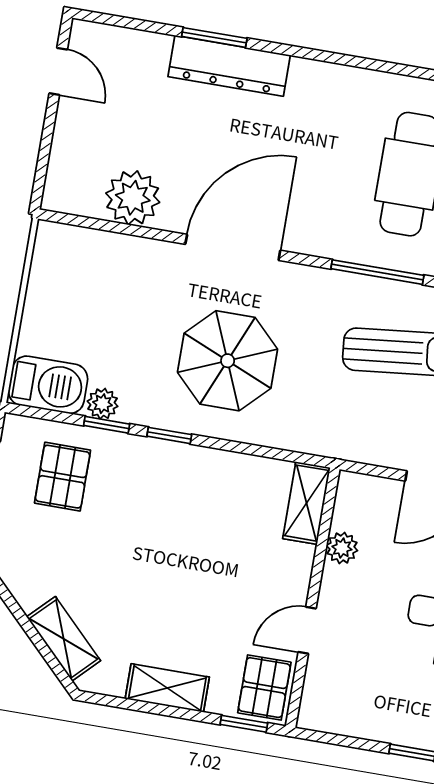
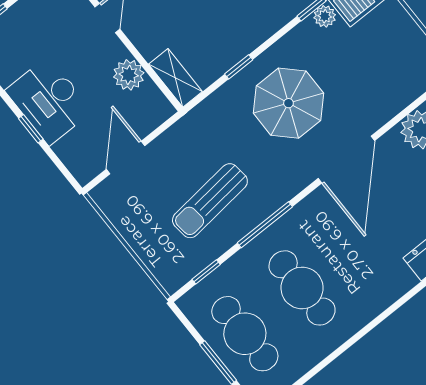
window: (169, 435) -> (239, 67), moved
plant: (342, 548) -> (129, 75), width x1.38, depth x1.38

